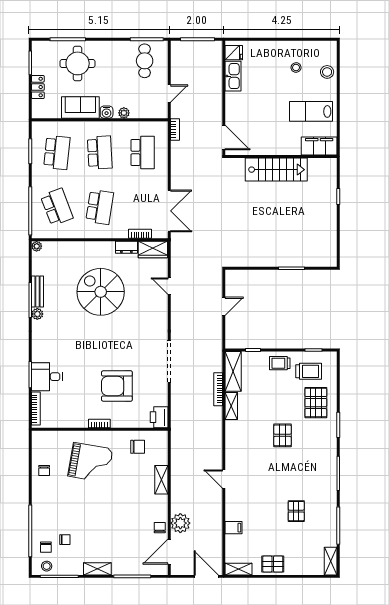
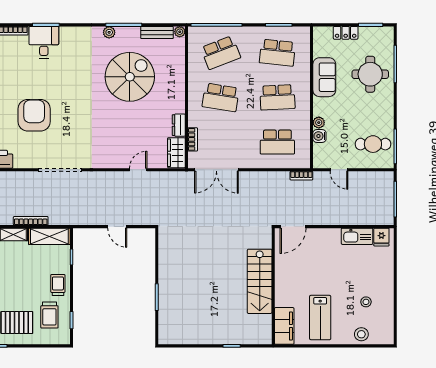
lab bench: (311, 111) -> (320, 318), turned 180
water cooler: (107, 112) -> (319, 136), moved
bench: (38, 292) -> (157, 33), moved
spiral stairs: (101, 292) -> (130, 77), moved

